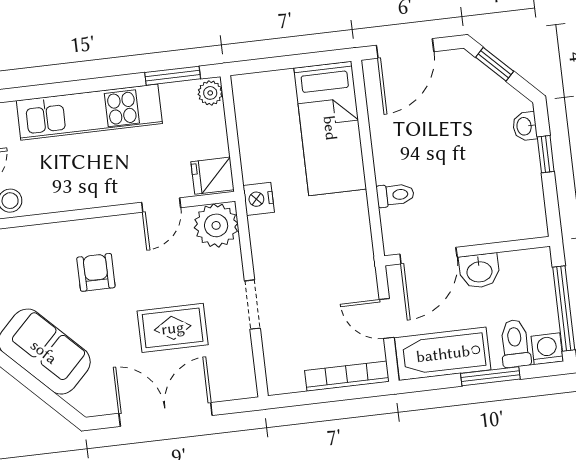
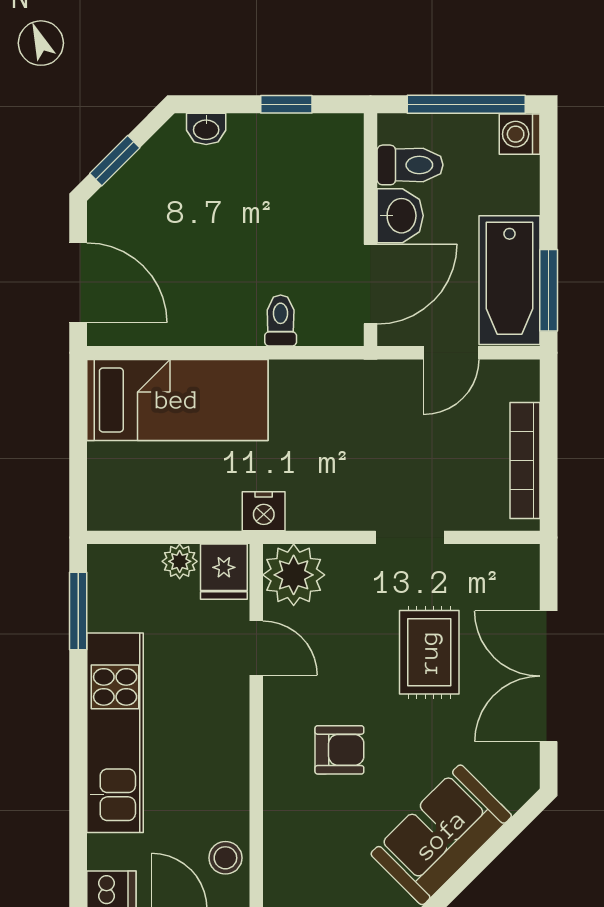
plant: (210, 93) -> (180, 561), moved
window: (546, 154) -> (286, 104), moved
door: (428, 256) -> (371, 284), hinge flipped
armchair: (96, 272) -> (339, 750), turned 180
toilet: (515, 343) -> (410, 165), moved, turned 180
bookcase: (347, 376) -> (525, 460), moved
window: (490, 376) -> (549, 290), moved

